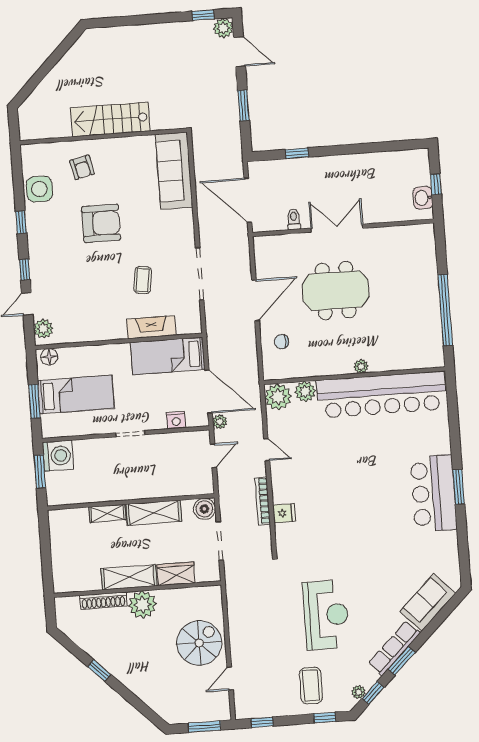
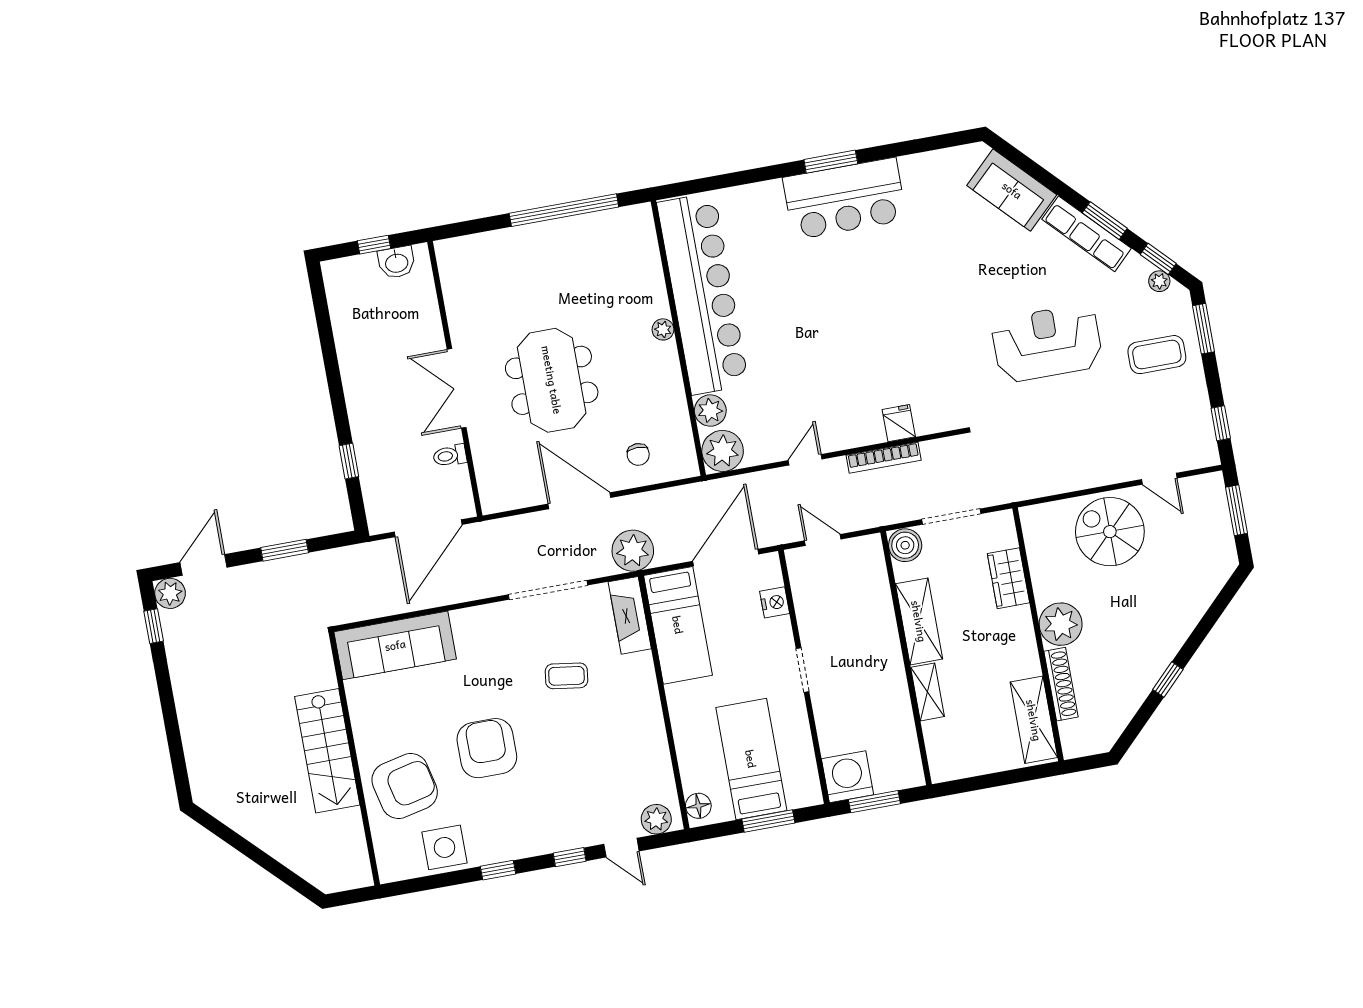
armchair: (82, 167) -> (405, 786), width x1.88, depth x1.88
fireplace: (151, 327) -> (630, 615), moved
plant: (220, 422) -> (633, 551), moved, width x1.87, depth x1.87
shelving: (129, 577) -> (1034, 720), moved
window: (325, 718) -> (1204, 329), width x1.50

